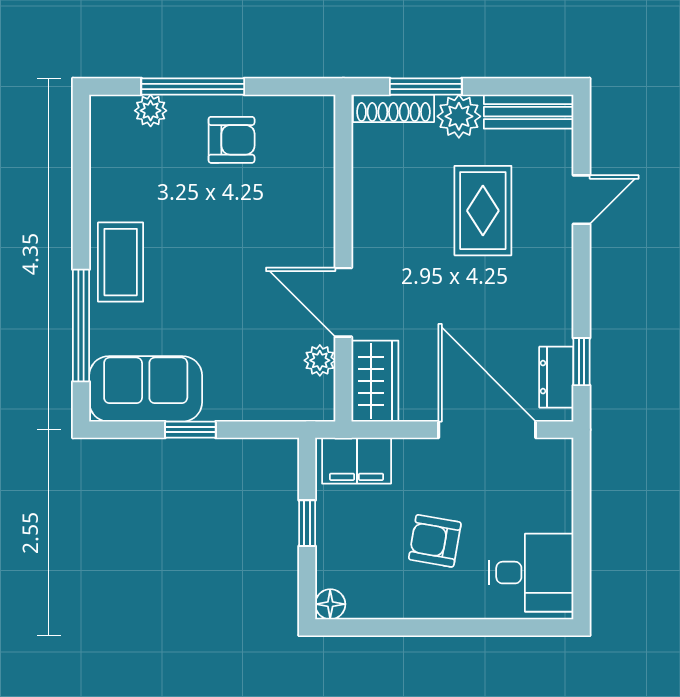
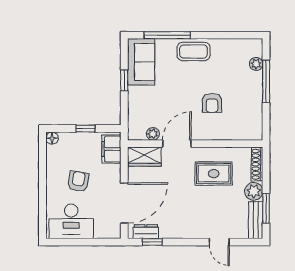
window: (426, 87) -> (266, 208), moved
armchair: (232, 140) -> (212, 103), moved
rug: (483, 211) -> (214, 174), moved
desk: (531, 573) -> (71, 221), width x1.37

